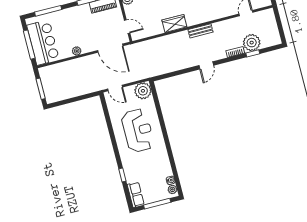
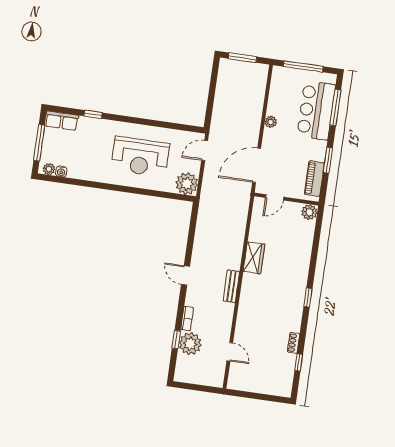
bar counter: (43, 43) -> (316, 110), moved, turned 90

